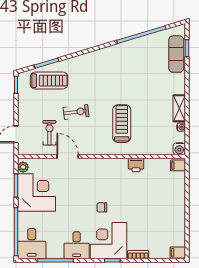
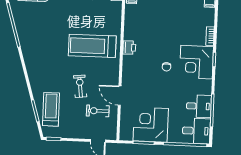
treadmill: (122, 124) -> (92, 46), width x1.37, depth x1.38
door: (68, 156) -> (120, 96), hinge flipped
printer: (136, 165) -> (129, 48), moved
plant: (23, 167) -> (127, 136), removed
desk: (77, 245) -> (199, 106), moved

